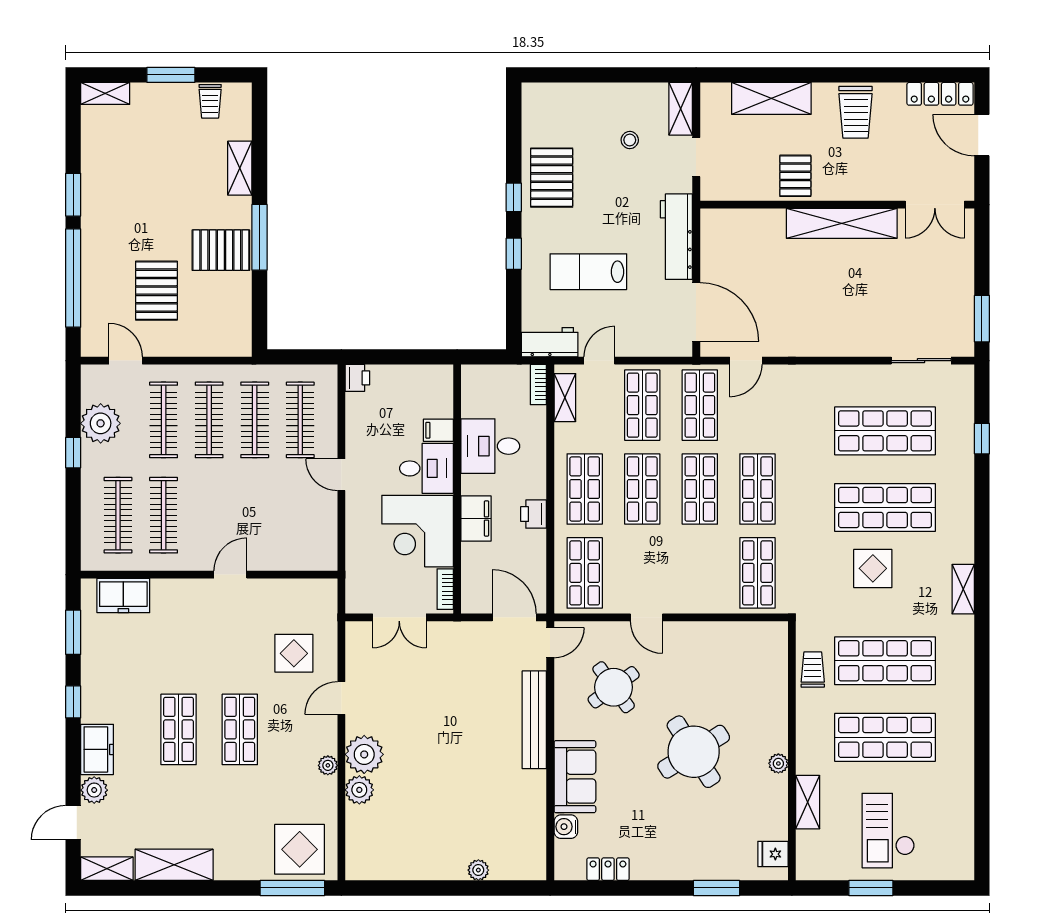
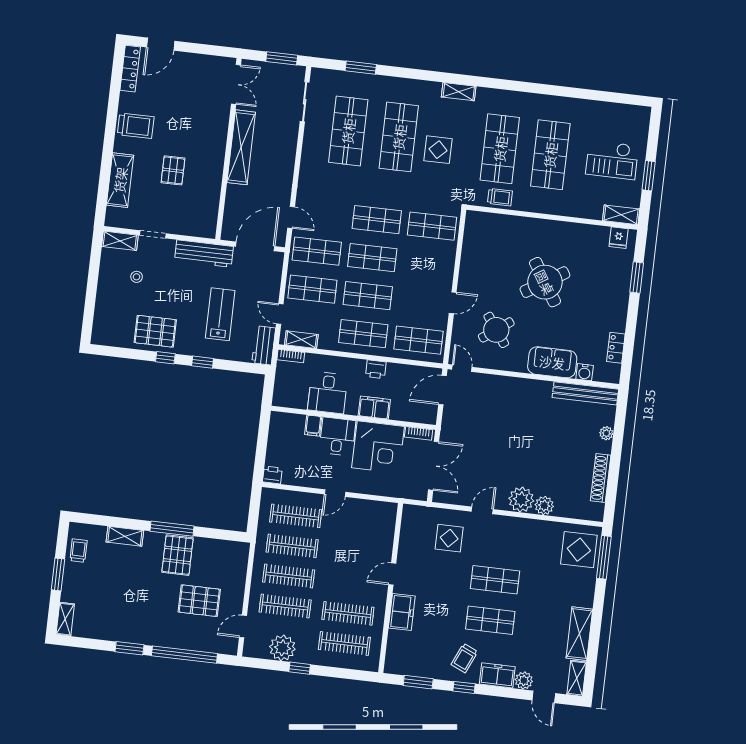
trolley: (210, 101) -> (79, 551), turned -90
pallet: (795, 176) -> (173, 170), turned 90
wall: (837, 205) -> (228, 149), moved
double door: (935, 205) -> (236, 84), moved
shelving: (842, 223) -> (241, 147), moved
lab bench: (588, 272) -> (220, 314), turned 180
window: (982, 439) -> (361, 68), width x1.50
door: (230, 575) -> (392, 574), hinge flipped
freezer: (123, 595) -> (402, 612), moved
double door: (399, 617) -> (434, 466), width x1.37
trolley: (813, 670) -> (500, 197), turned 180
trolley: (117, 697) -> (464, 658), added
door: (341, 698) -> (482, 510), swing flipped
bench: (534, 720) -> (585, 393), moved
plant: (778, 763) -> (559, 227), removed
plant: (328, 765) -> (526, 524), removed
shelving: (808, 802) -> (621, 215), moved
shoe rack: (410, 869) -> (601, 478), added

